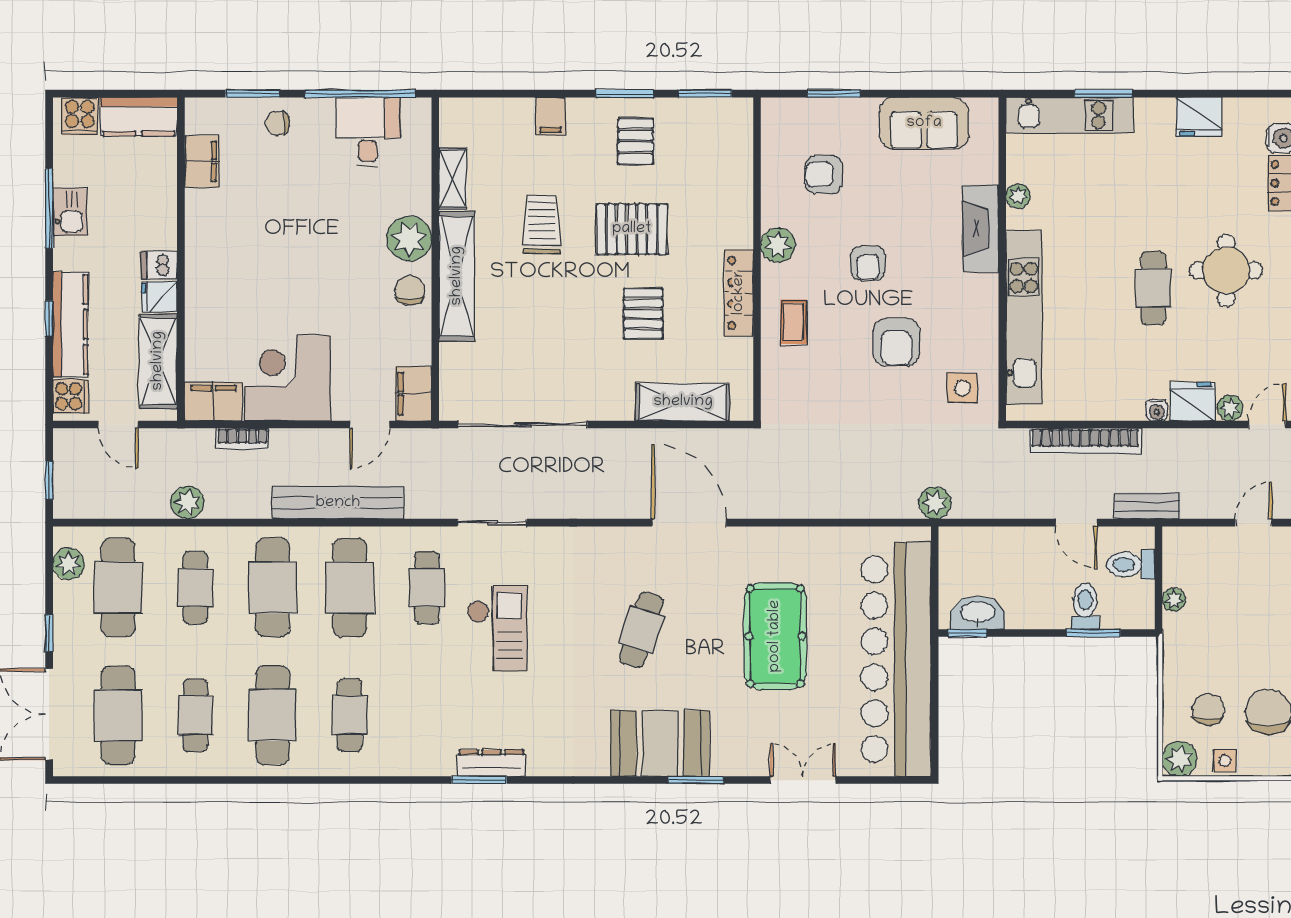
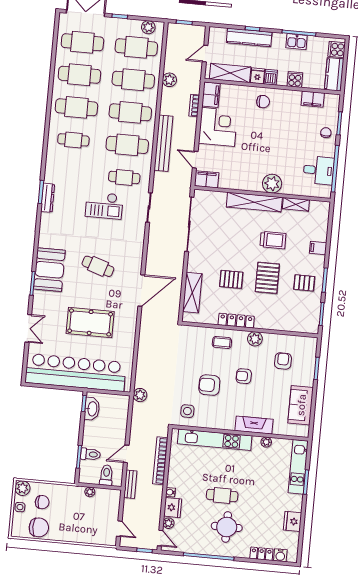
chair: (410, 290) -> (263, 102), moved
cooker: (71, 396) -> (295, 80), moved, turned 180
cafe table: (195, 588) -> (133, 80), width x1.37, depth x1.35
cafe table: (195, 715) -> (79, 75), width x1.37, depth x1.35

